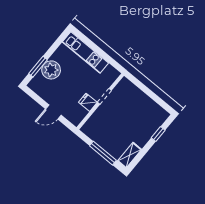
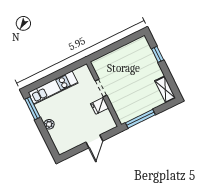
window: (38, 67) -> (32, 108), moved
plant: (51, 70) -> (49, 124), width x0.53, depth x0.53
window: (103, 153) -> (140, 119), moved

